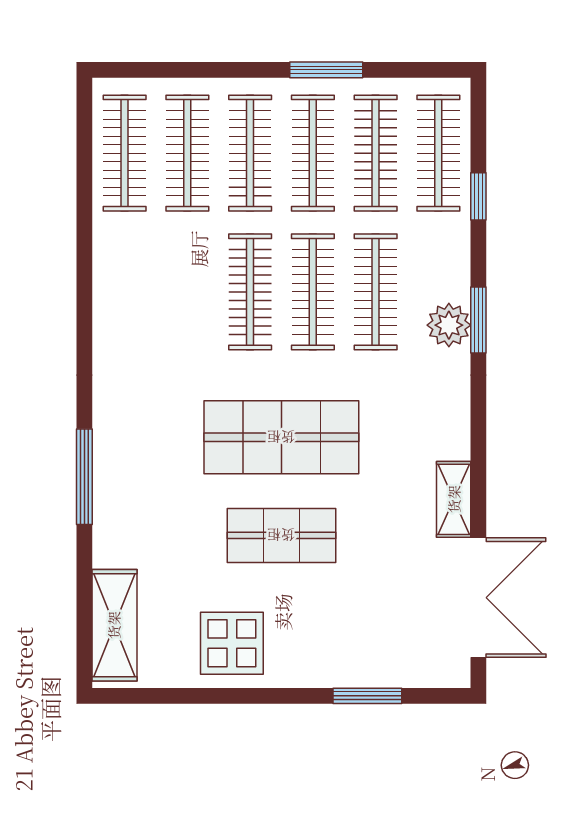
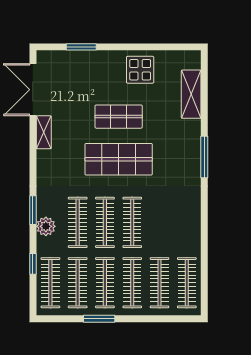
plant: (449, 325) -> (46, 226), moved
window: (84, 477) -> (204, 157), moved
shelving: (114, 625) -> (191, 94), moved

